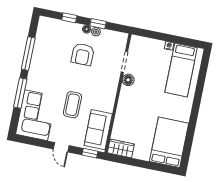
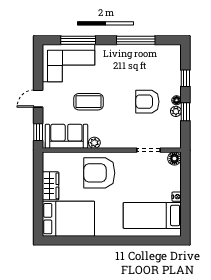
floor lamp: (128, 80) -> (174, 158), moved
window: (20, 93) -> (78, 40), moved
plant: (109, 107) -> (94, 143), added
armchair: (135, 108) -> (99, 173), added
wardrobe: (121, 148) -> (50, 186), moved

